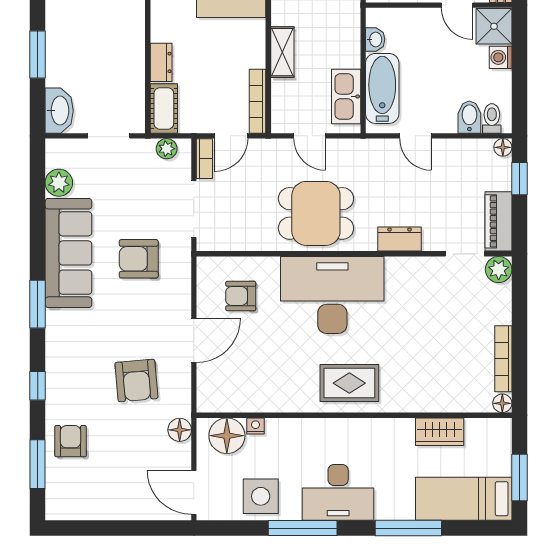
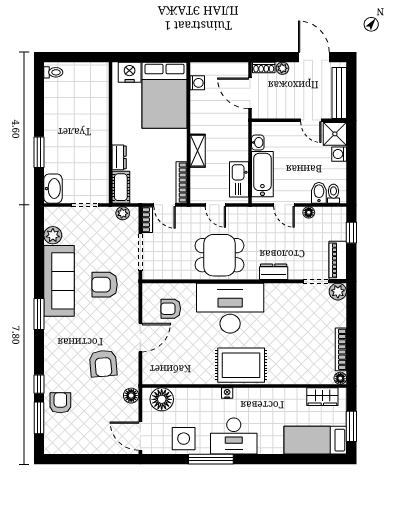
door: (231, 136) -> (165, 205), hinge flipped
floor lamp: (503, 147) -> (309, 212), moved
rug: (349, 383) -> (241, 365), width x1.36, depth x1.43
window: (38, 386) -> (39, 384), moved
nightstand: (255, 426) -> (227, 393), moved
wardrobe: (440, 432) -> (322, 397), moved
window: (408, 528) -> (279, 459), removed

